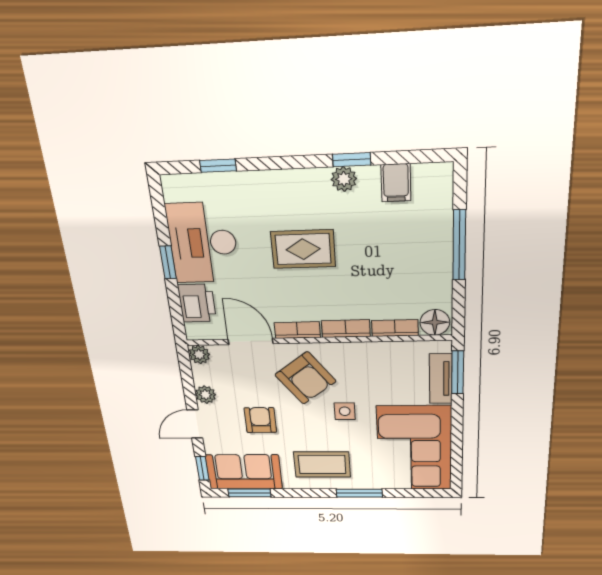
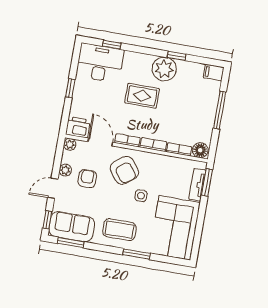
plant: (344, 179) -> (164, 69), width x1.88, depth x1.88
filing cabinet: (396, 183) -> (214, 73), moved, turned 90
desk: (203, 243) -> (100, 63), moved, turned 90
printer: (197, 303) -> (78, 127), moved, turned -90
armchair: (260, 420) -> (87, 179), moved

